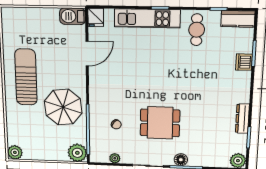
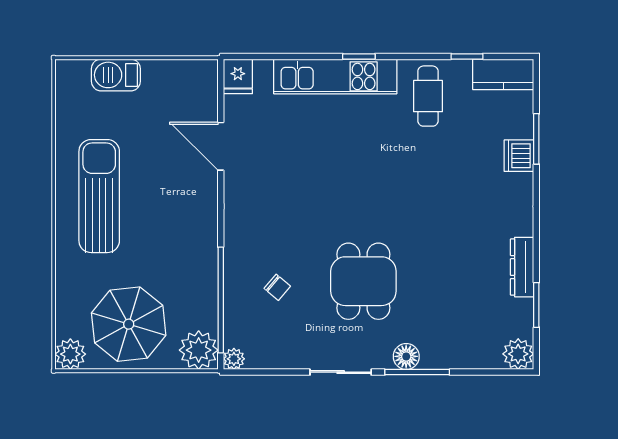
barbecue: (73, 16) -> (116, 75), moved
door: (87, 54) -> (221, 146), swing flipped
parasol: (63, 107) -> (129, 324), moved
dining table: (160, 123) -> (363, 281), turned 90
plant: (115, 158) -> (234, 359), moved

